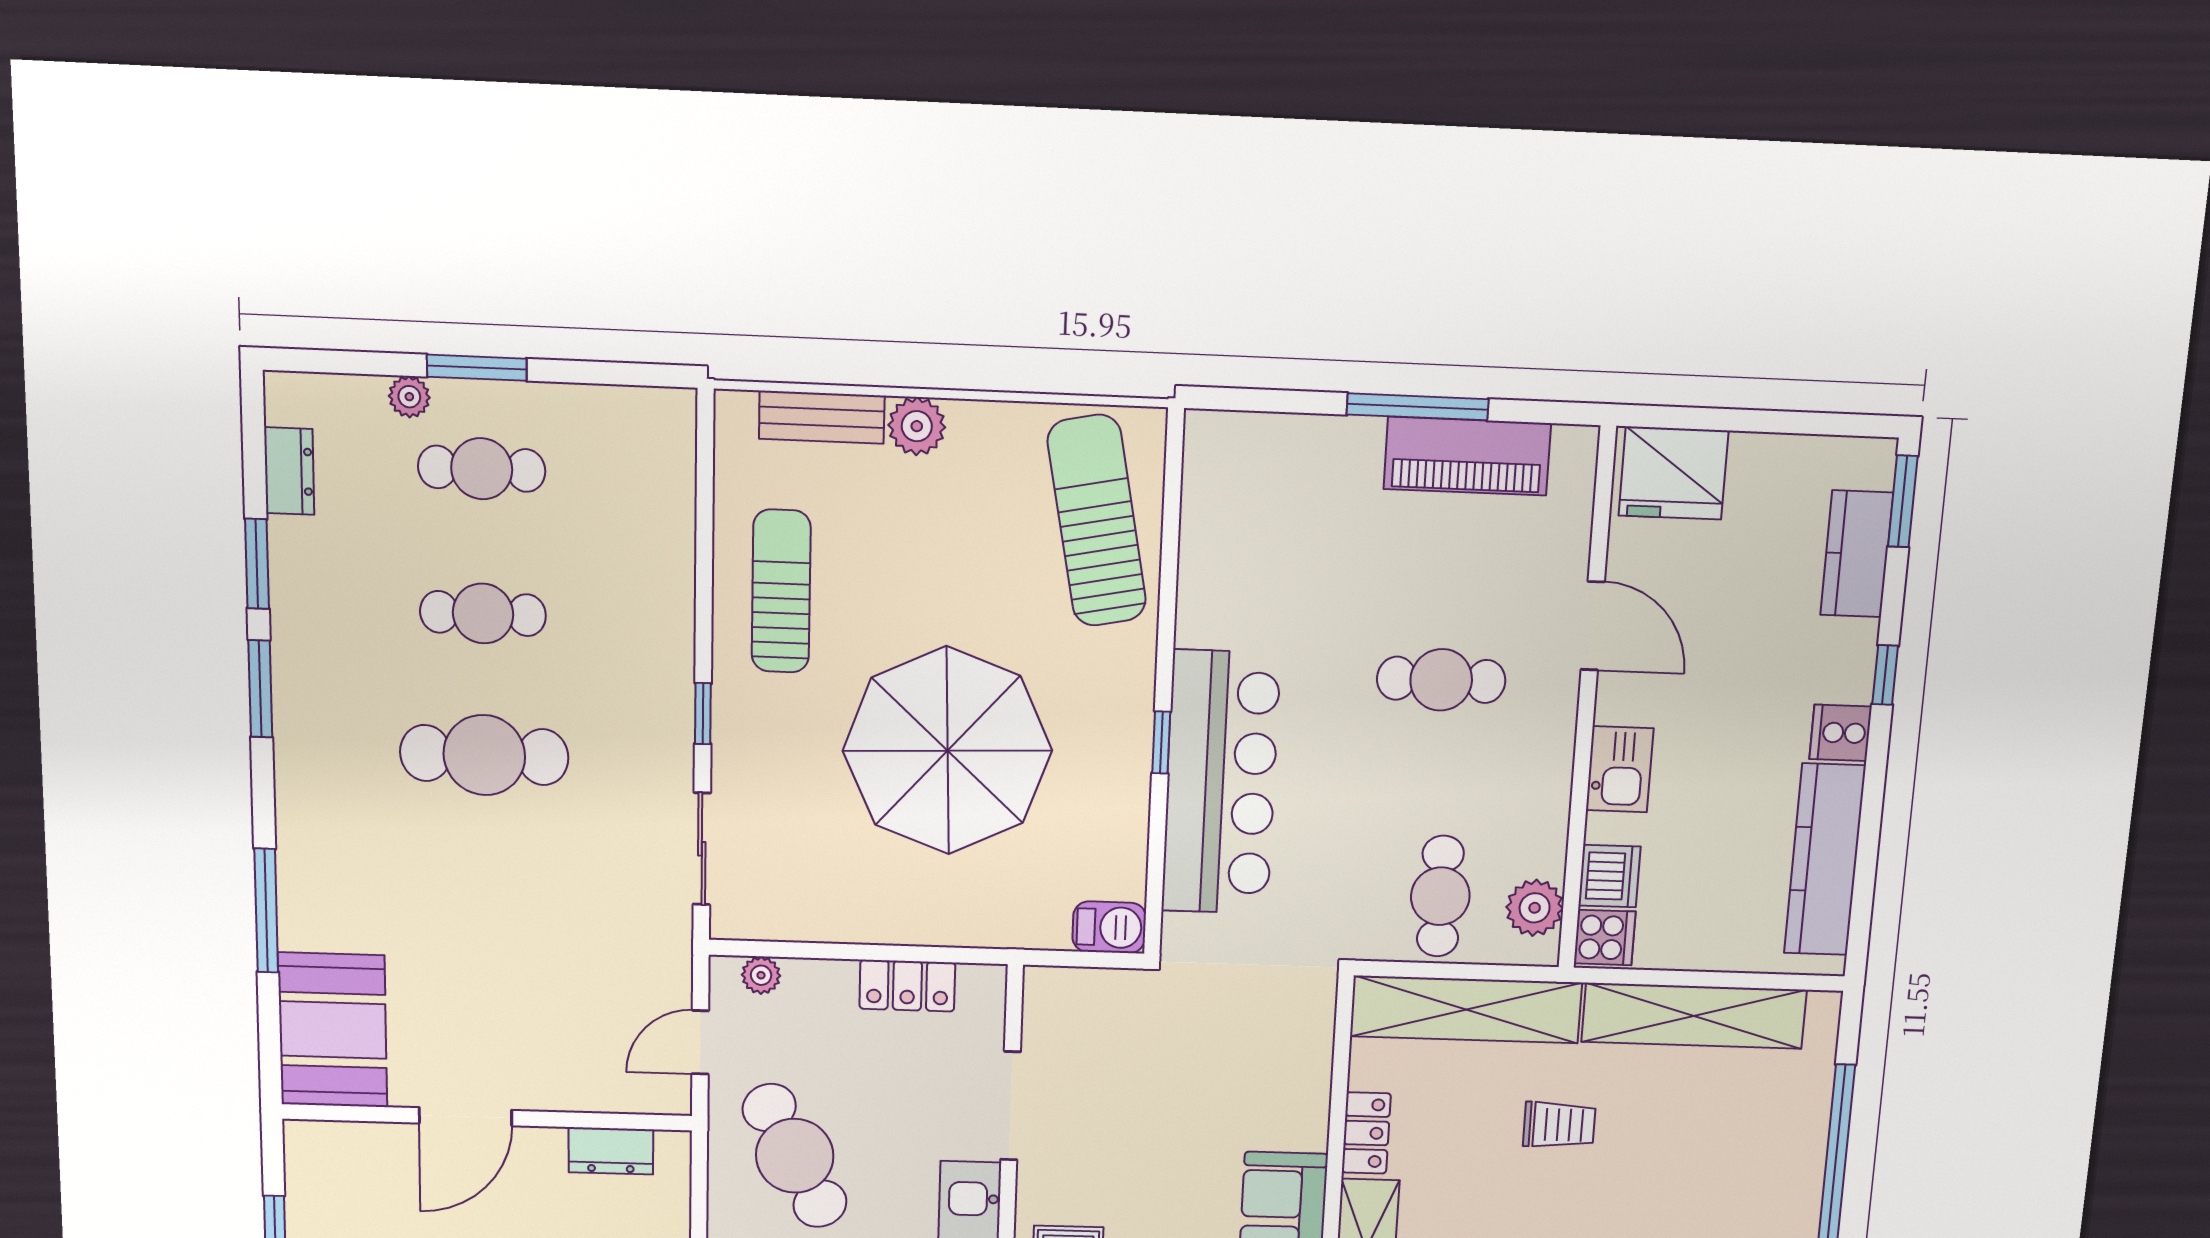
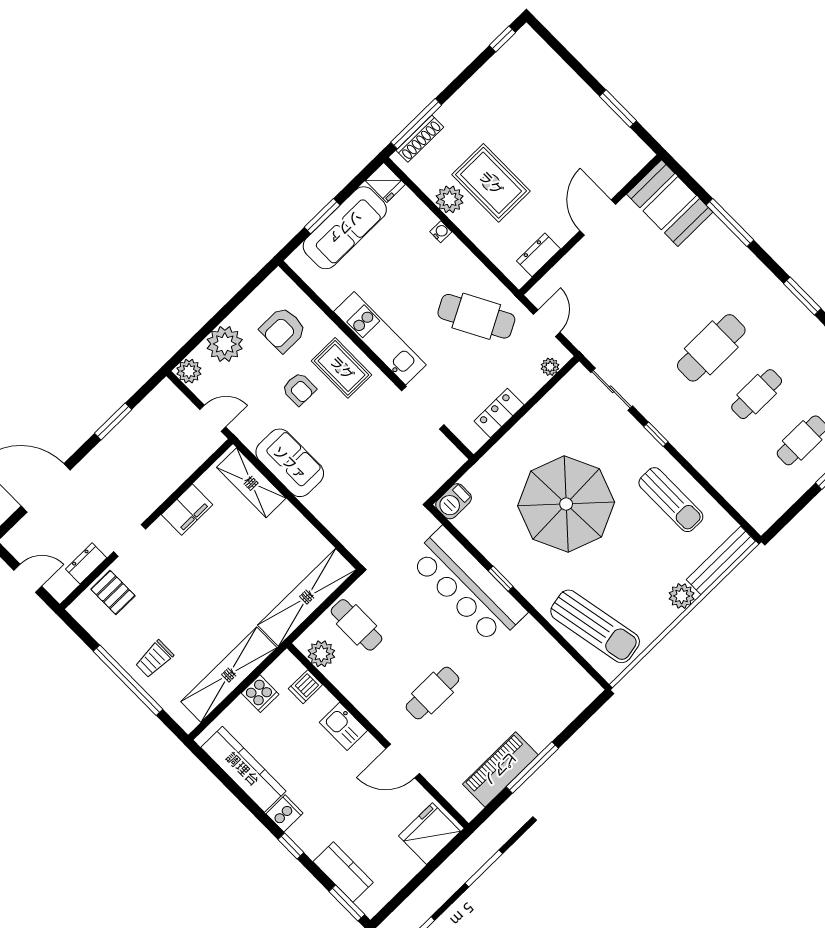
bench: (822, 417) -> (721, 560), width x1.36
dishwasher: (1609, 876) -> (305, 687), width x0.73
cooker: (1605, 938) -> (260, 694), moved, turned -90
trolley: (1559, 1125) -> (154, 659), moved
locker: (1366, 1133) -> (295, 522), removed

